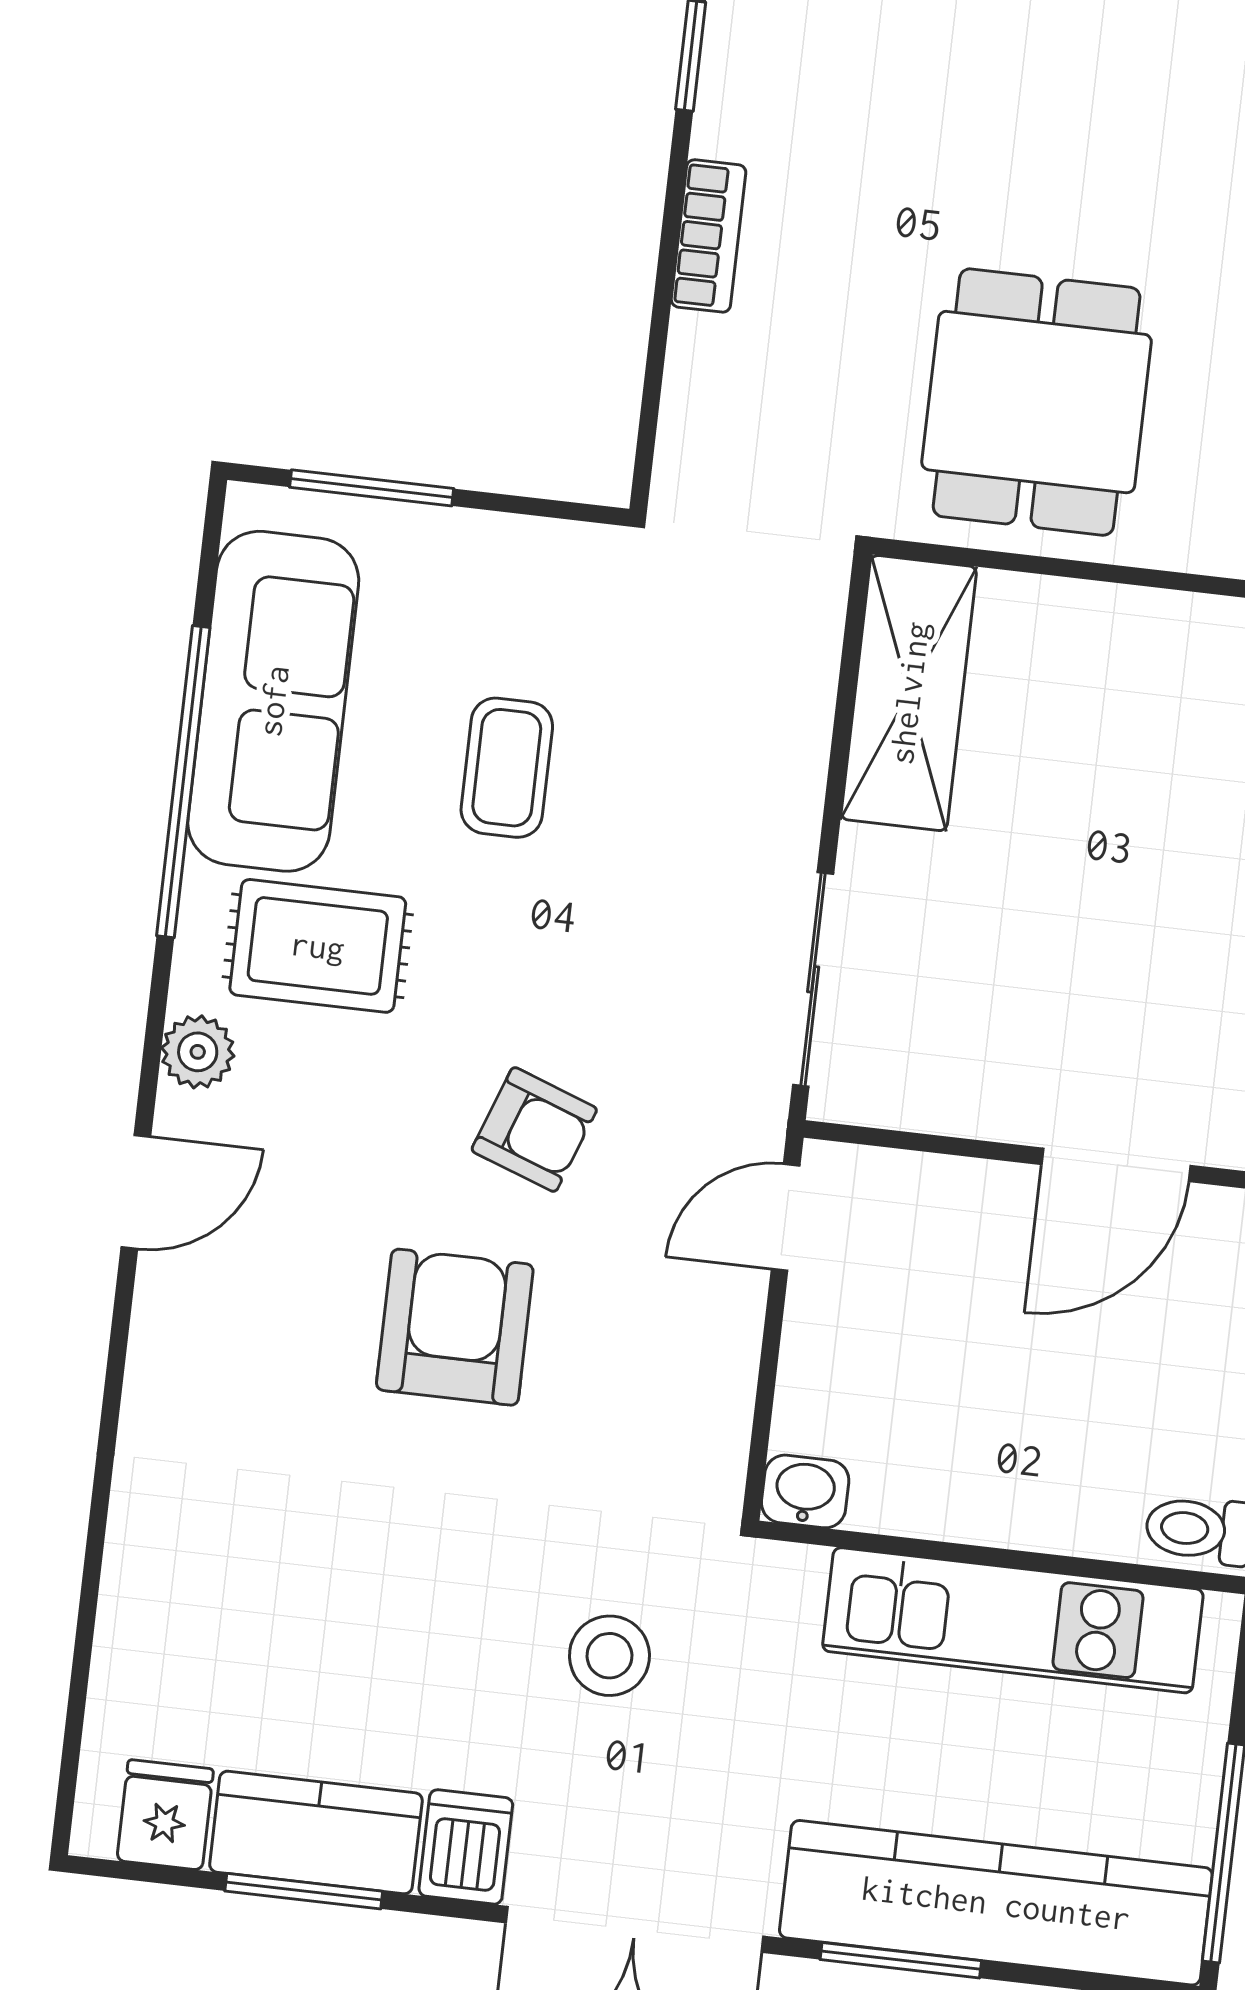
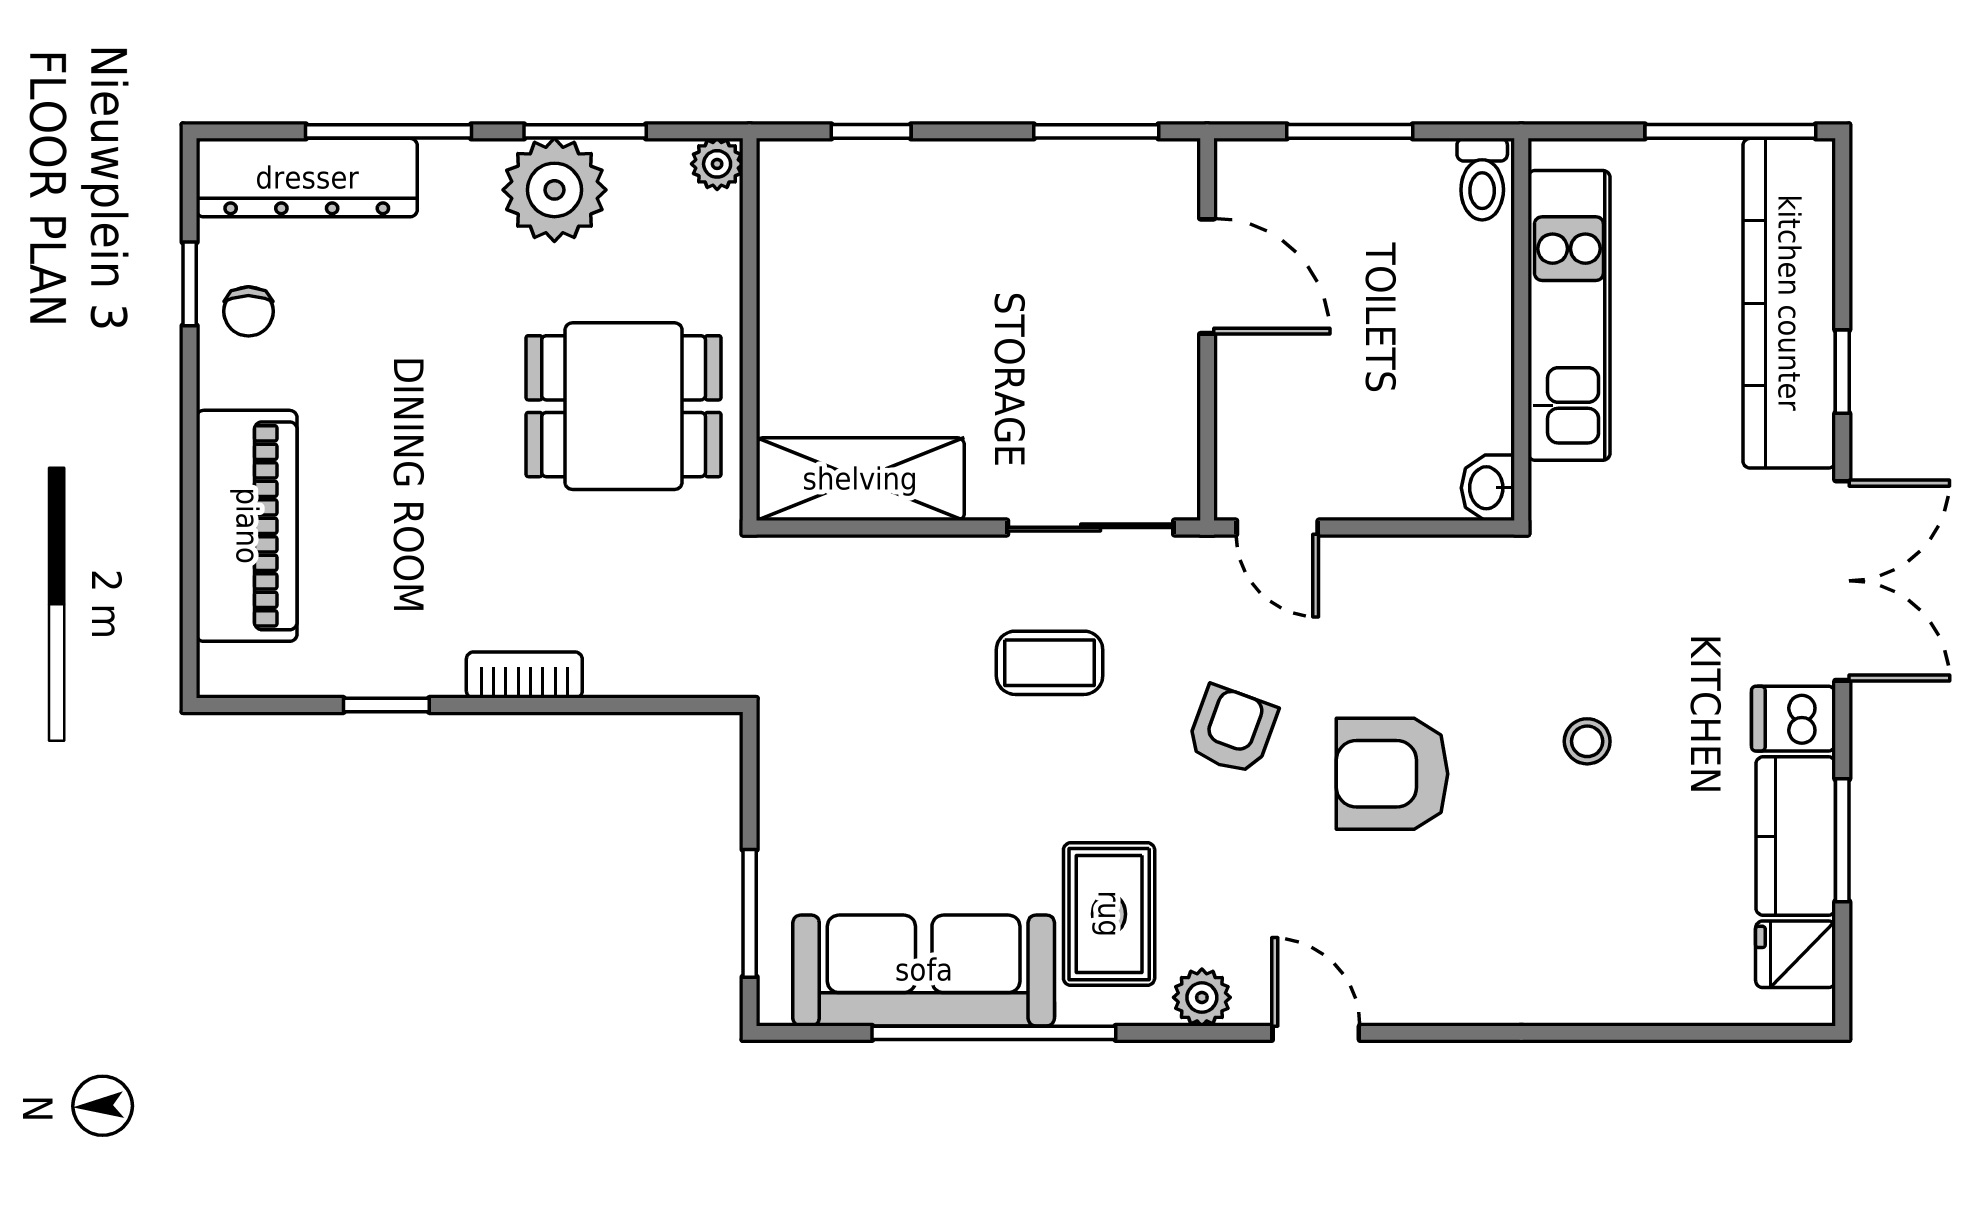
coffee table: (507, 768) -> (1050, 663), moved
stool: (609, 1656) -> (1587, 741), moved, width x0.73, depth x0.73
window: (901, 1960) -> (1842, 372), width x0.67

